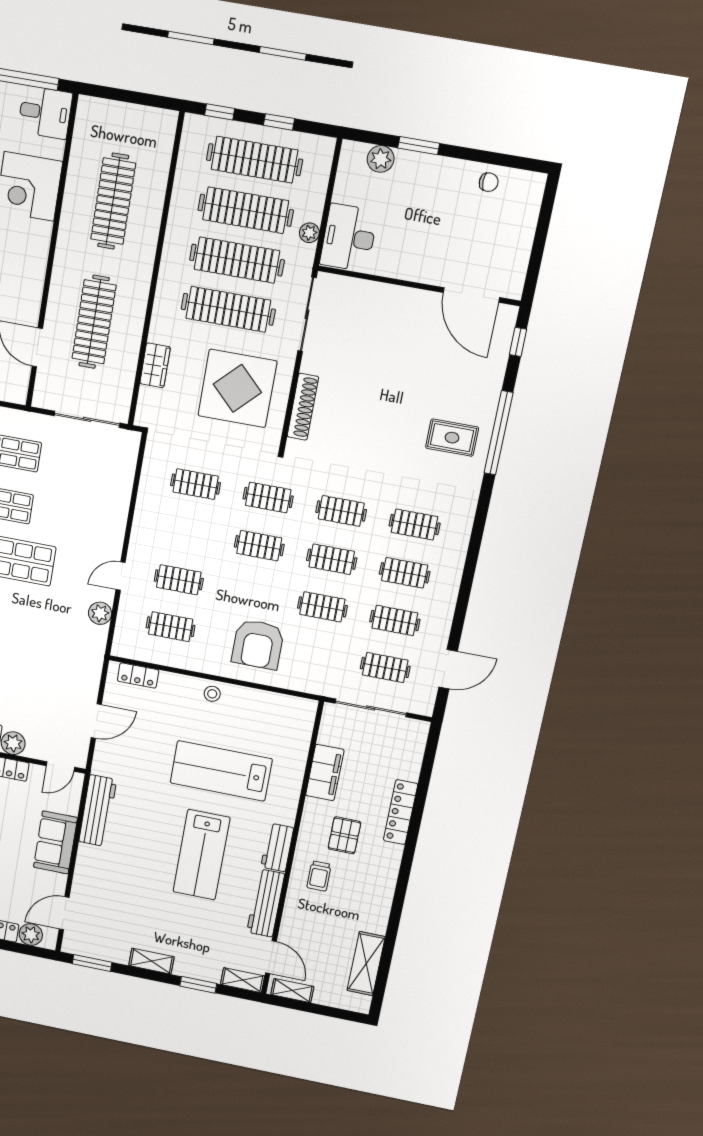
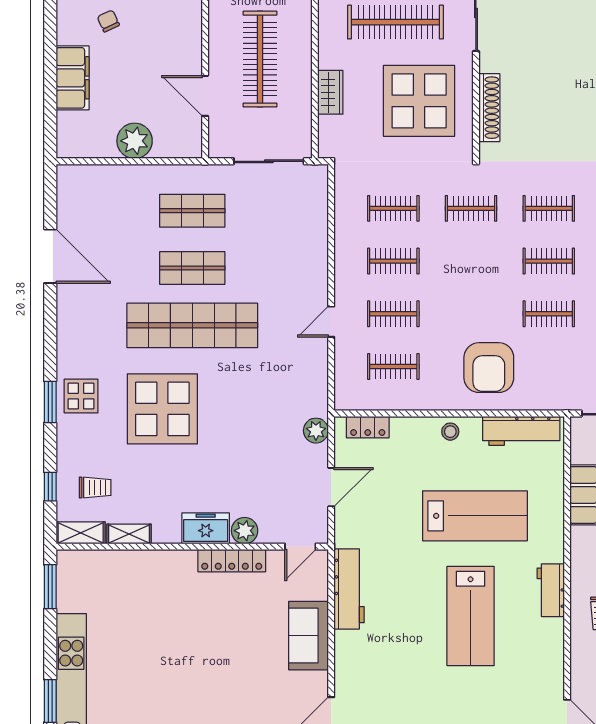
clothes rail: (259, 546) -> (393, 261), moved
plant: (100, 613) -> (316, 431), moved
lab bench: (221, 771) -> (475, 516), turned 180
workbench: (266, 903) -> (521, 431), moved, turned -90

